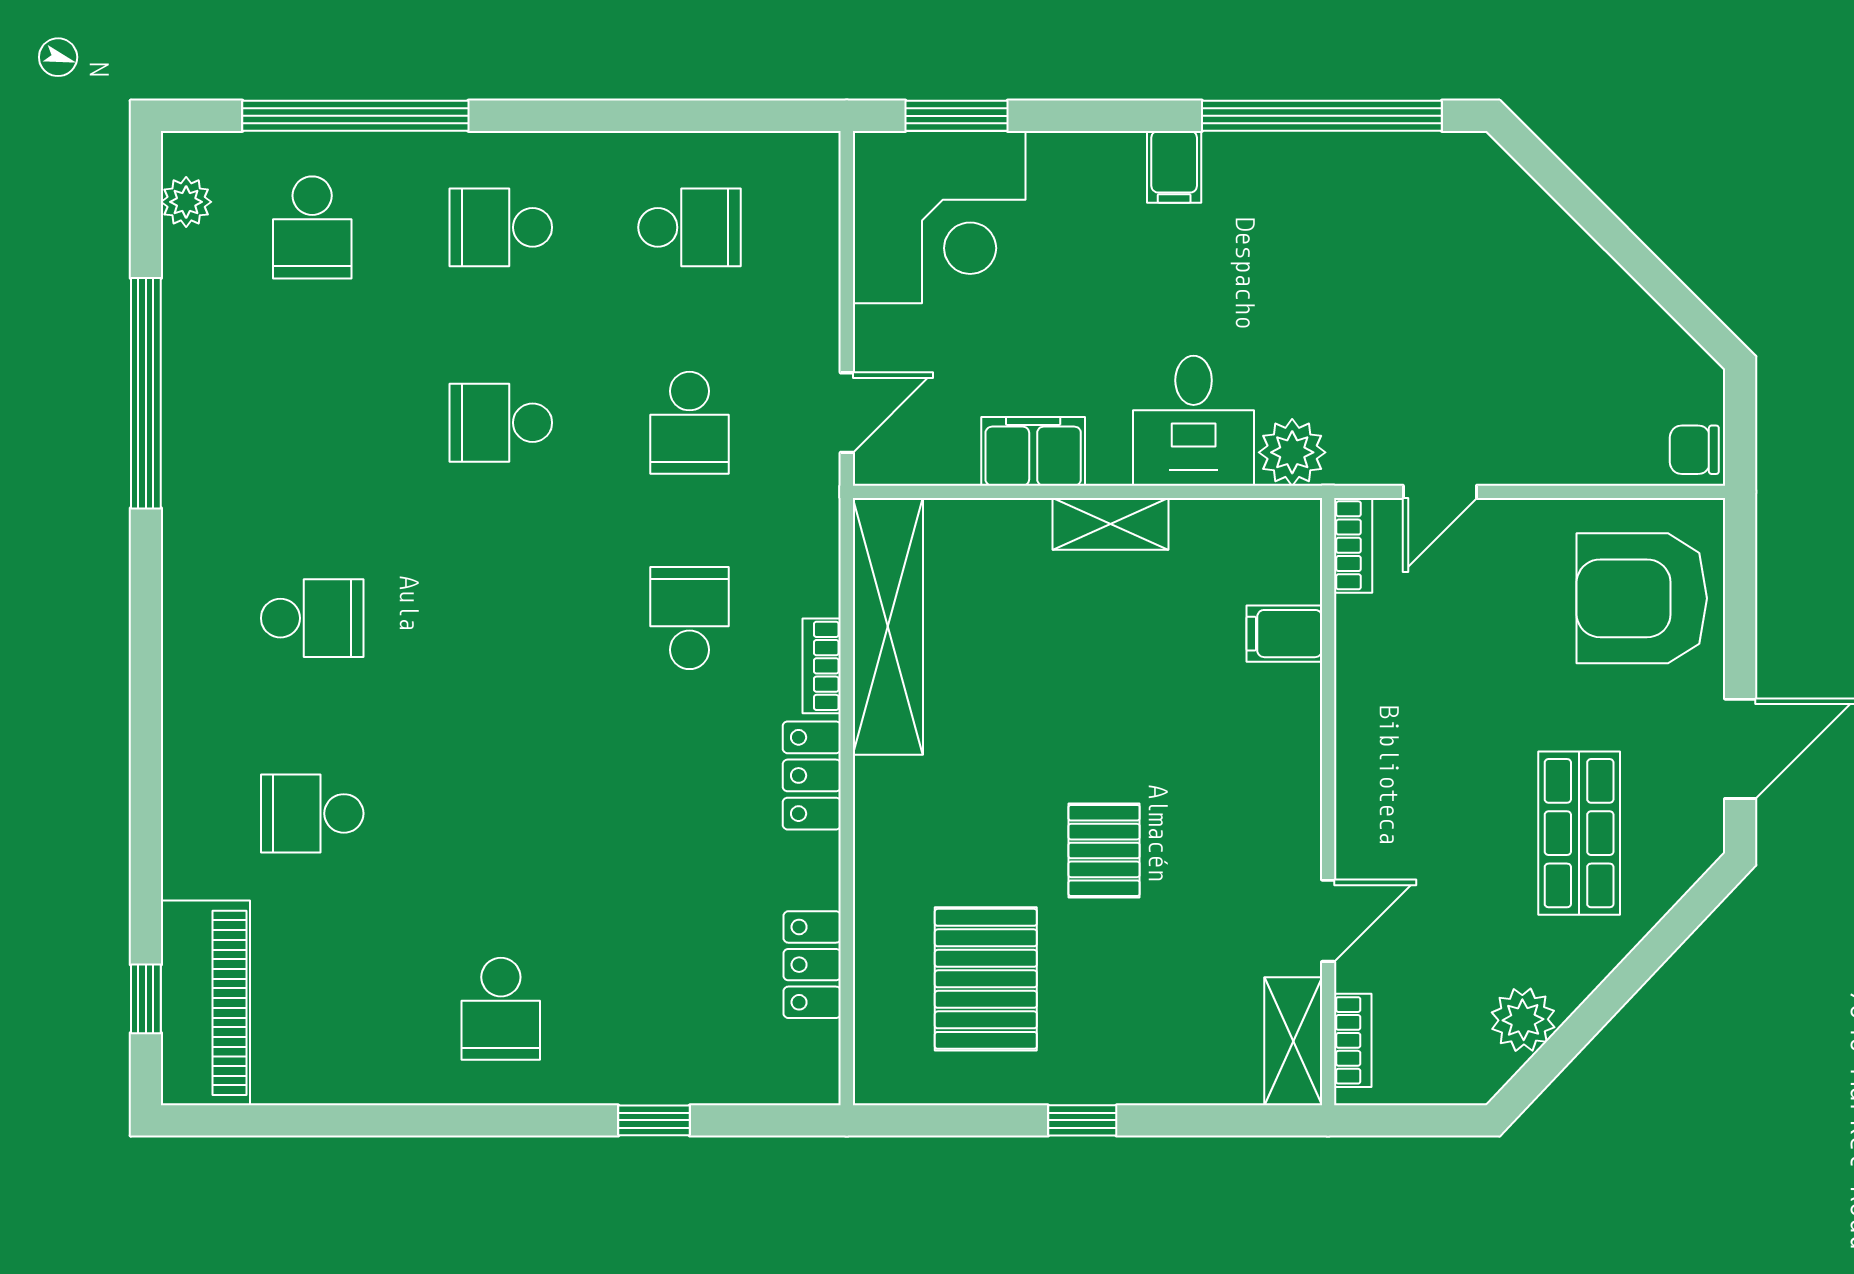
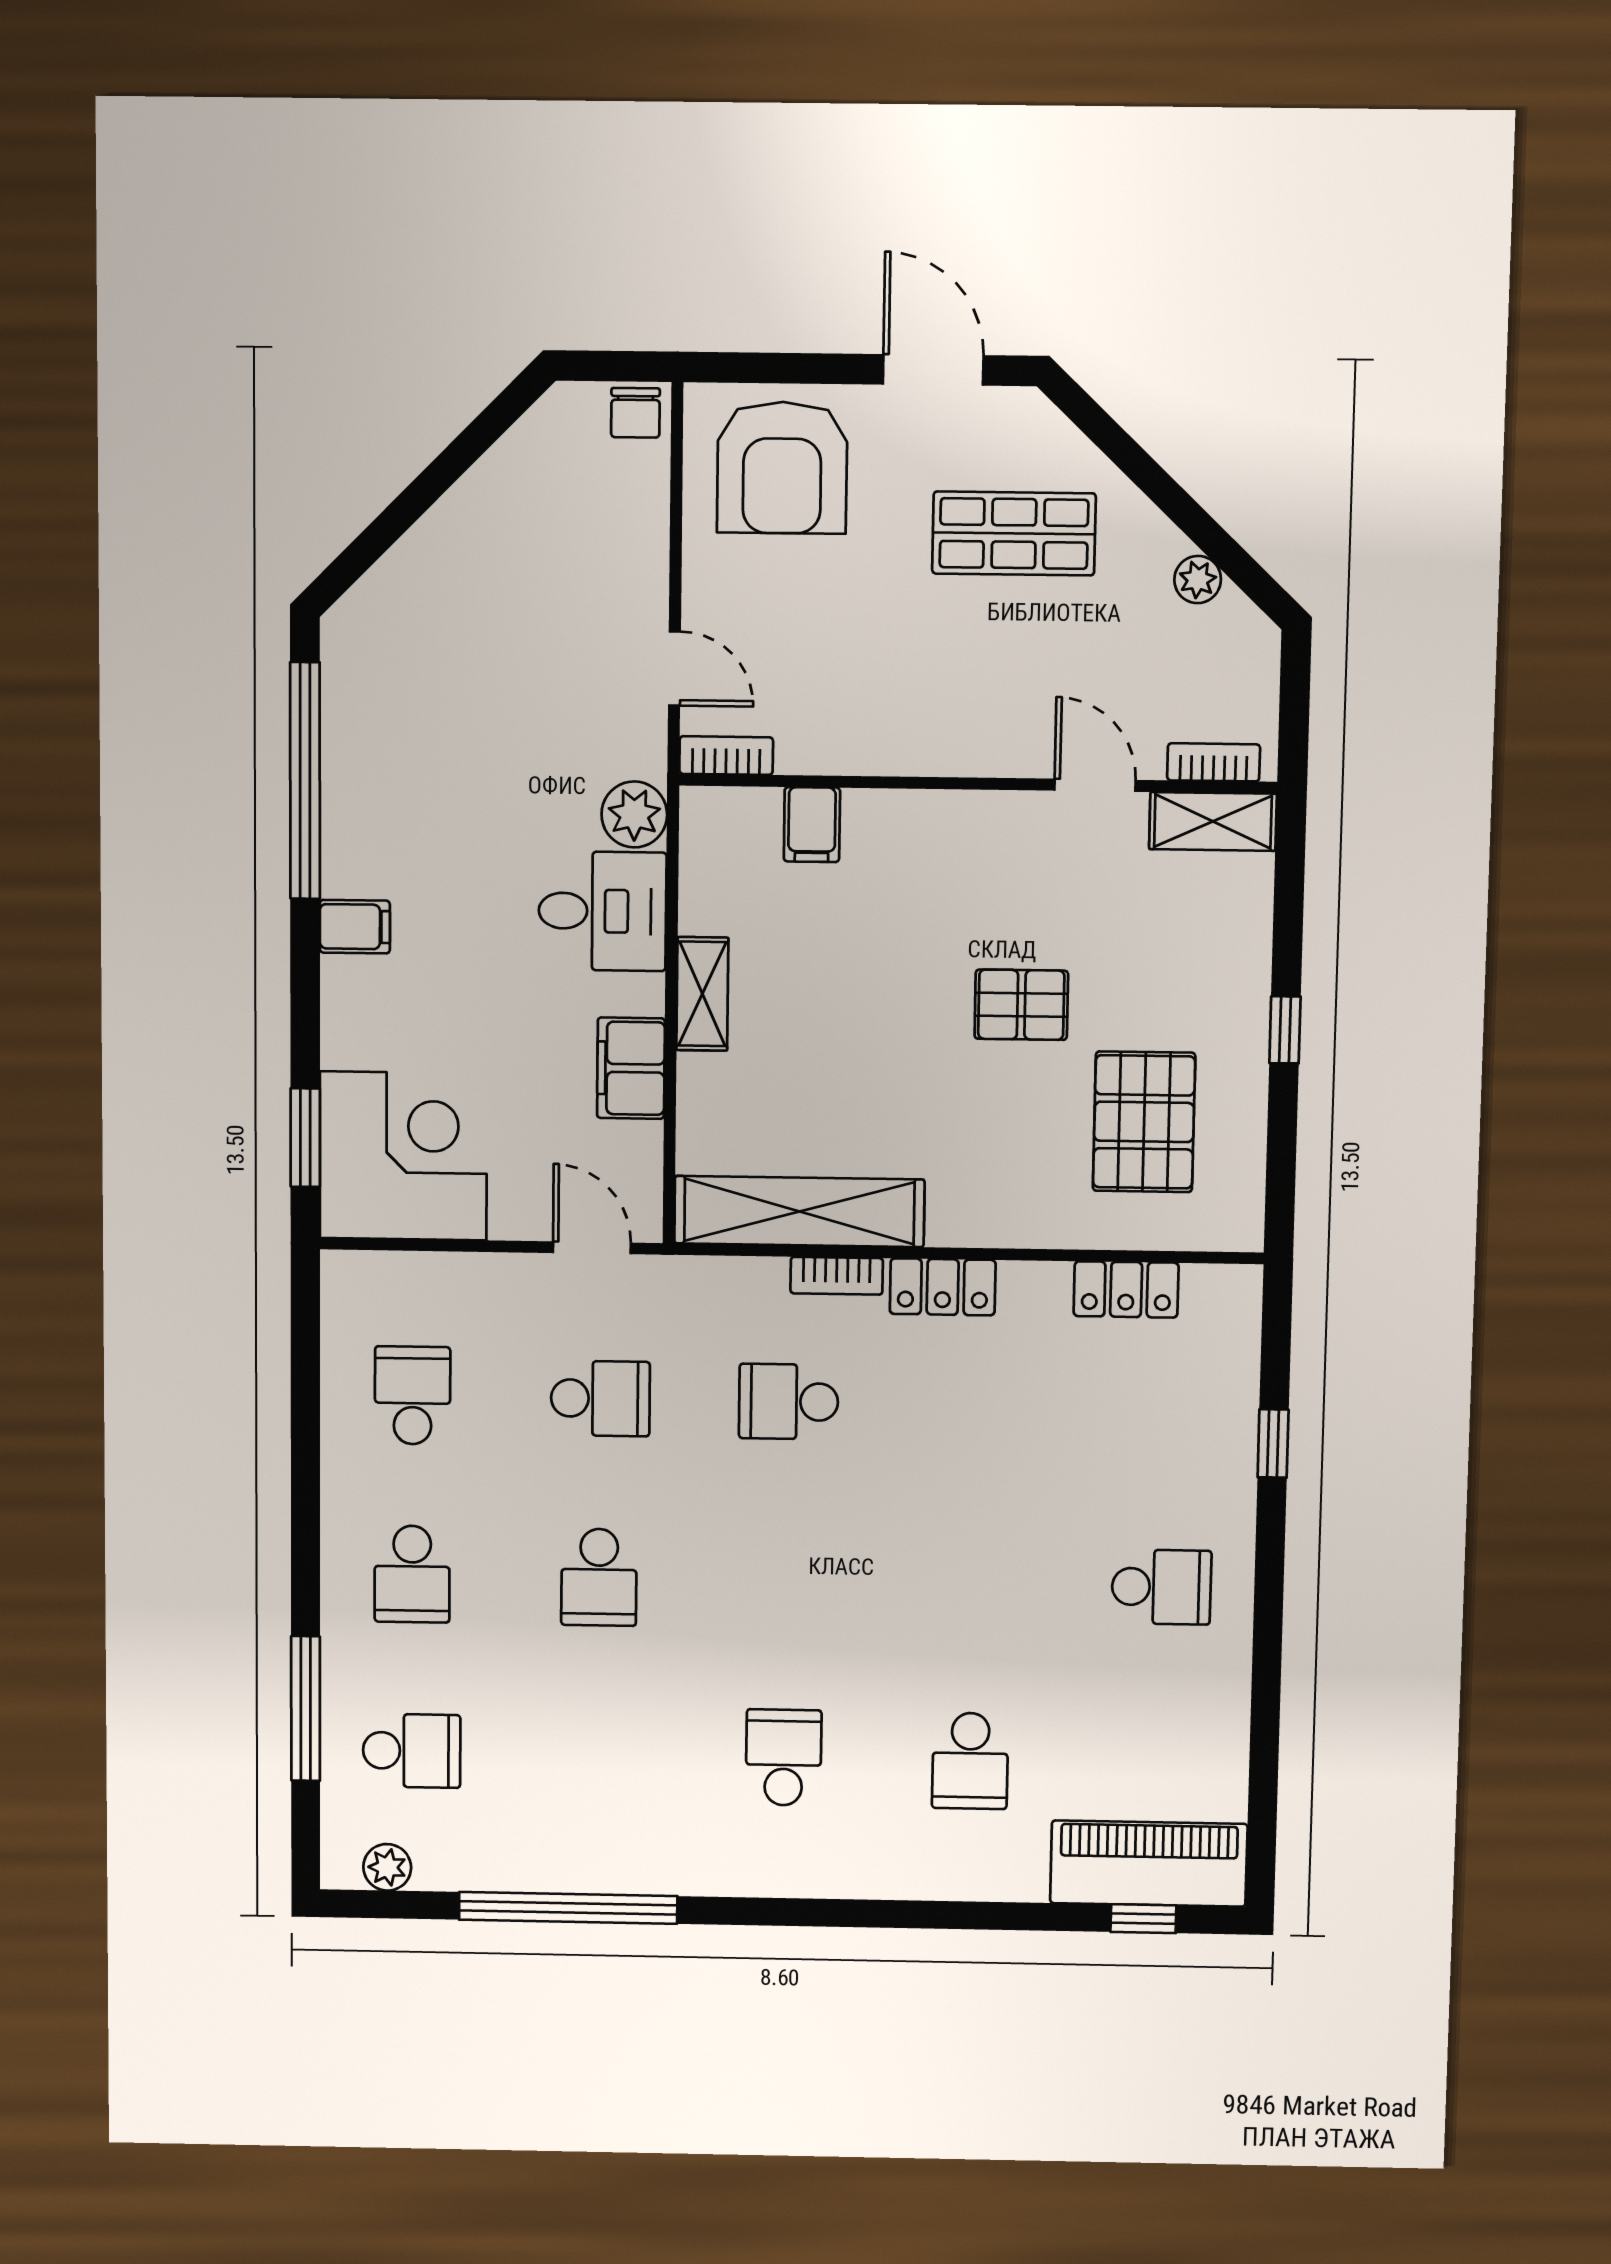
window: (355, 116) -> (306, 1709), width x0.68
pallet: (986, 979) -> (1144, 1122), turned 90
plant: (1523, 1020) -> (1198, 580), width x0.73, depth x0.73

